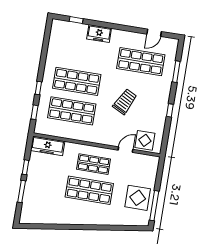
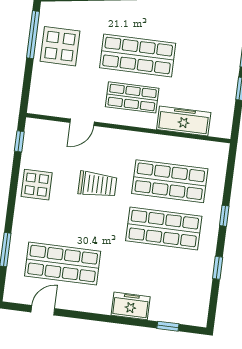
trolley: (125, 102) -> (97, 184), moved, turned -117
window: (170, 110) -> (19, 141), moved
window: (34, 112) -> (218, 268), moved
display table: (145, 140) -> (37, 185), moved
freezer: (48, 146) -> (184, 121), moved

